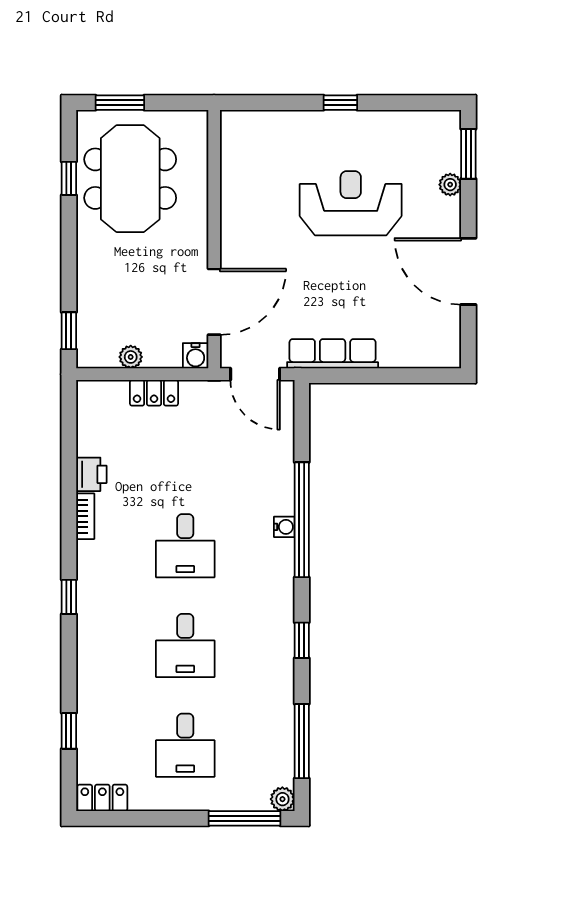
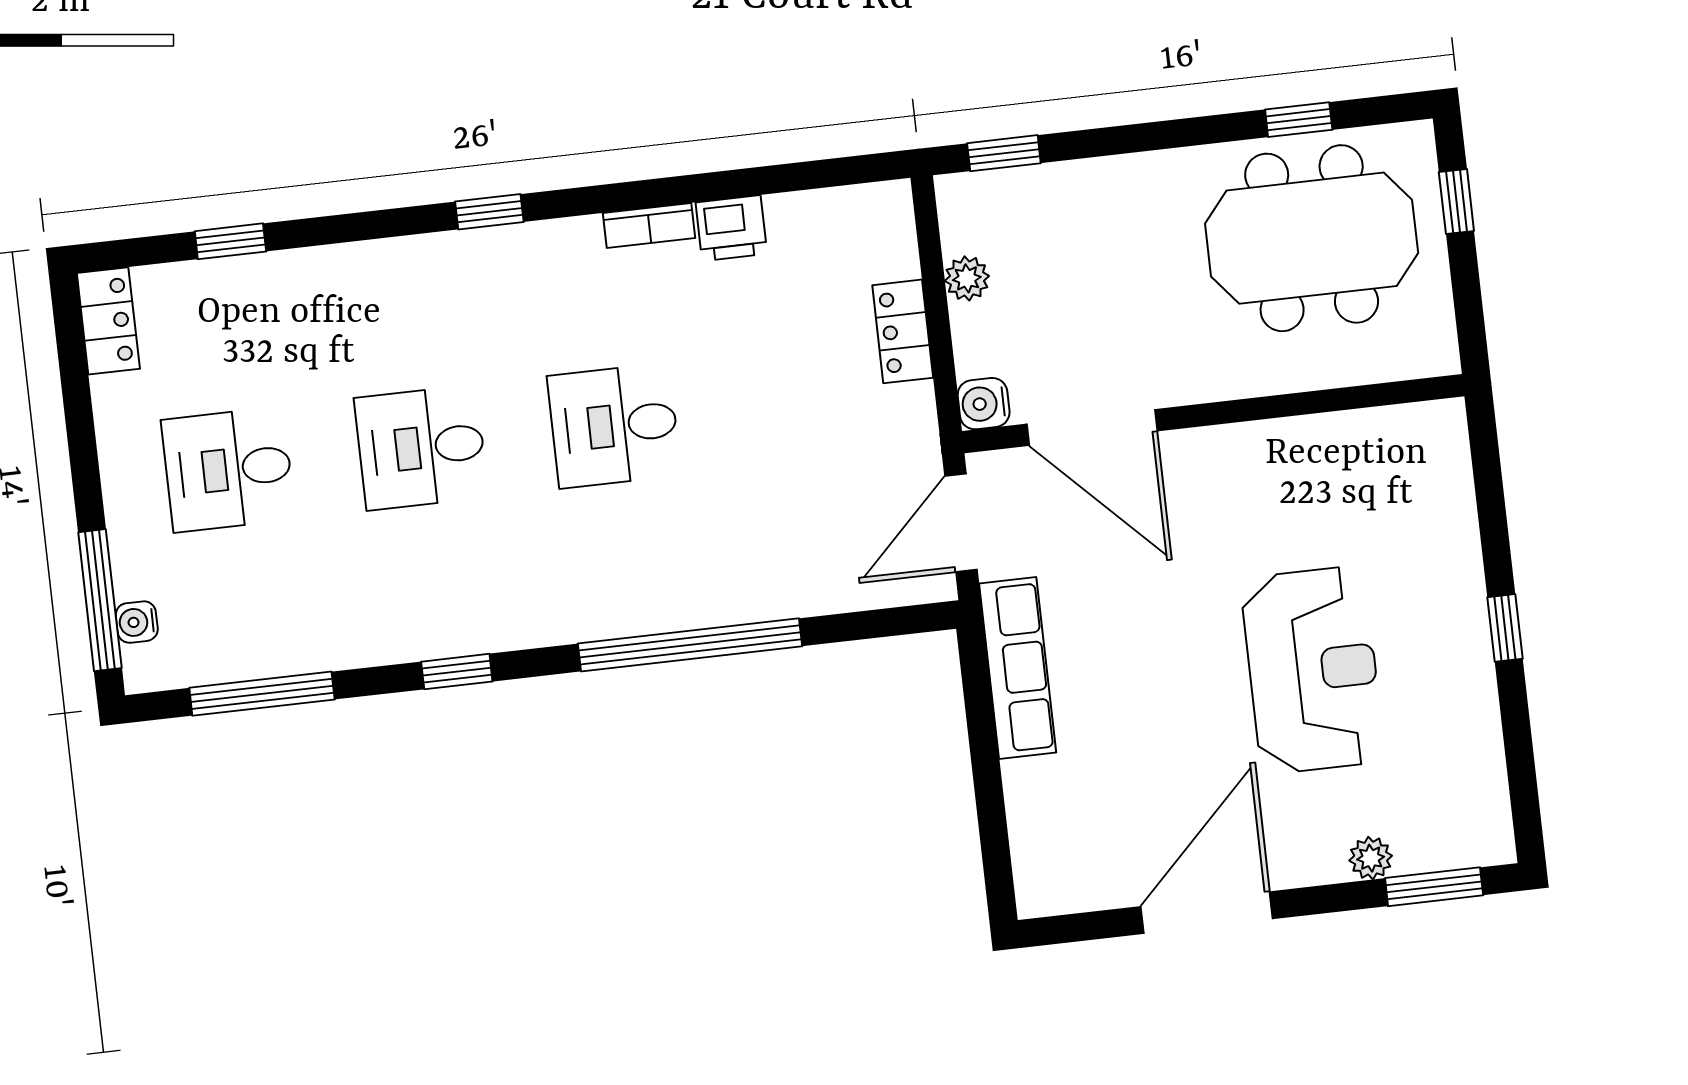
window: (120, 103) -> (1456, 202), width x0.67
water cooler: (284, 527) -> (137, 622), moved, turned 90
plant: (282, 799) -> (146, 669), removed

